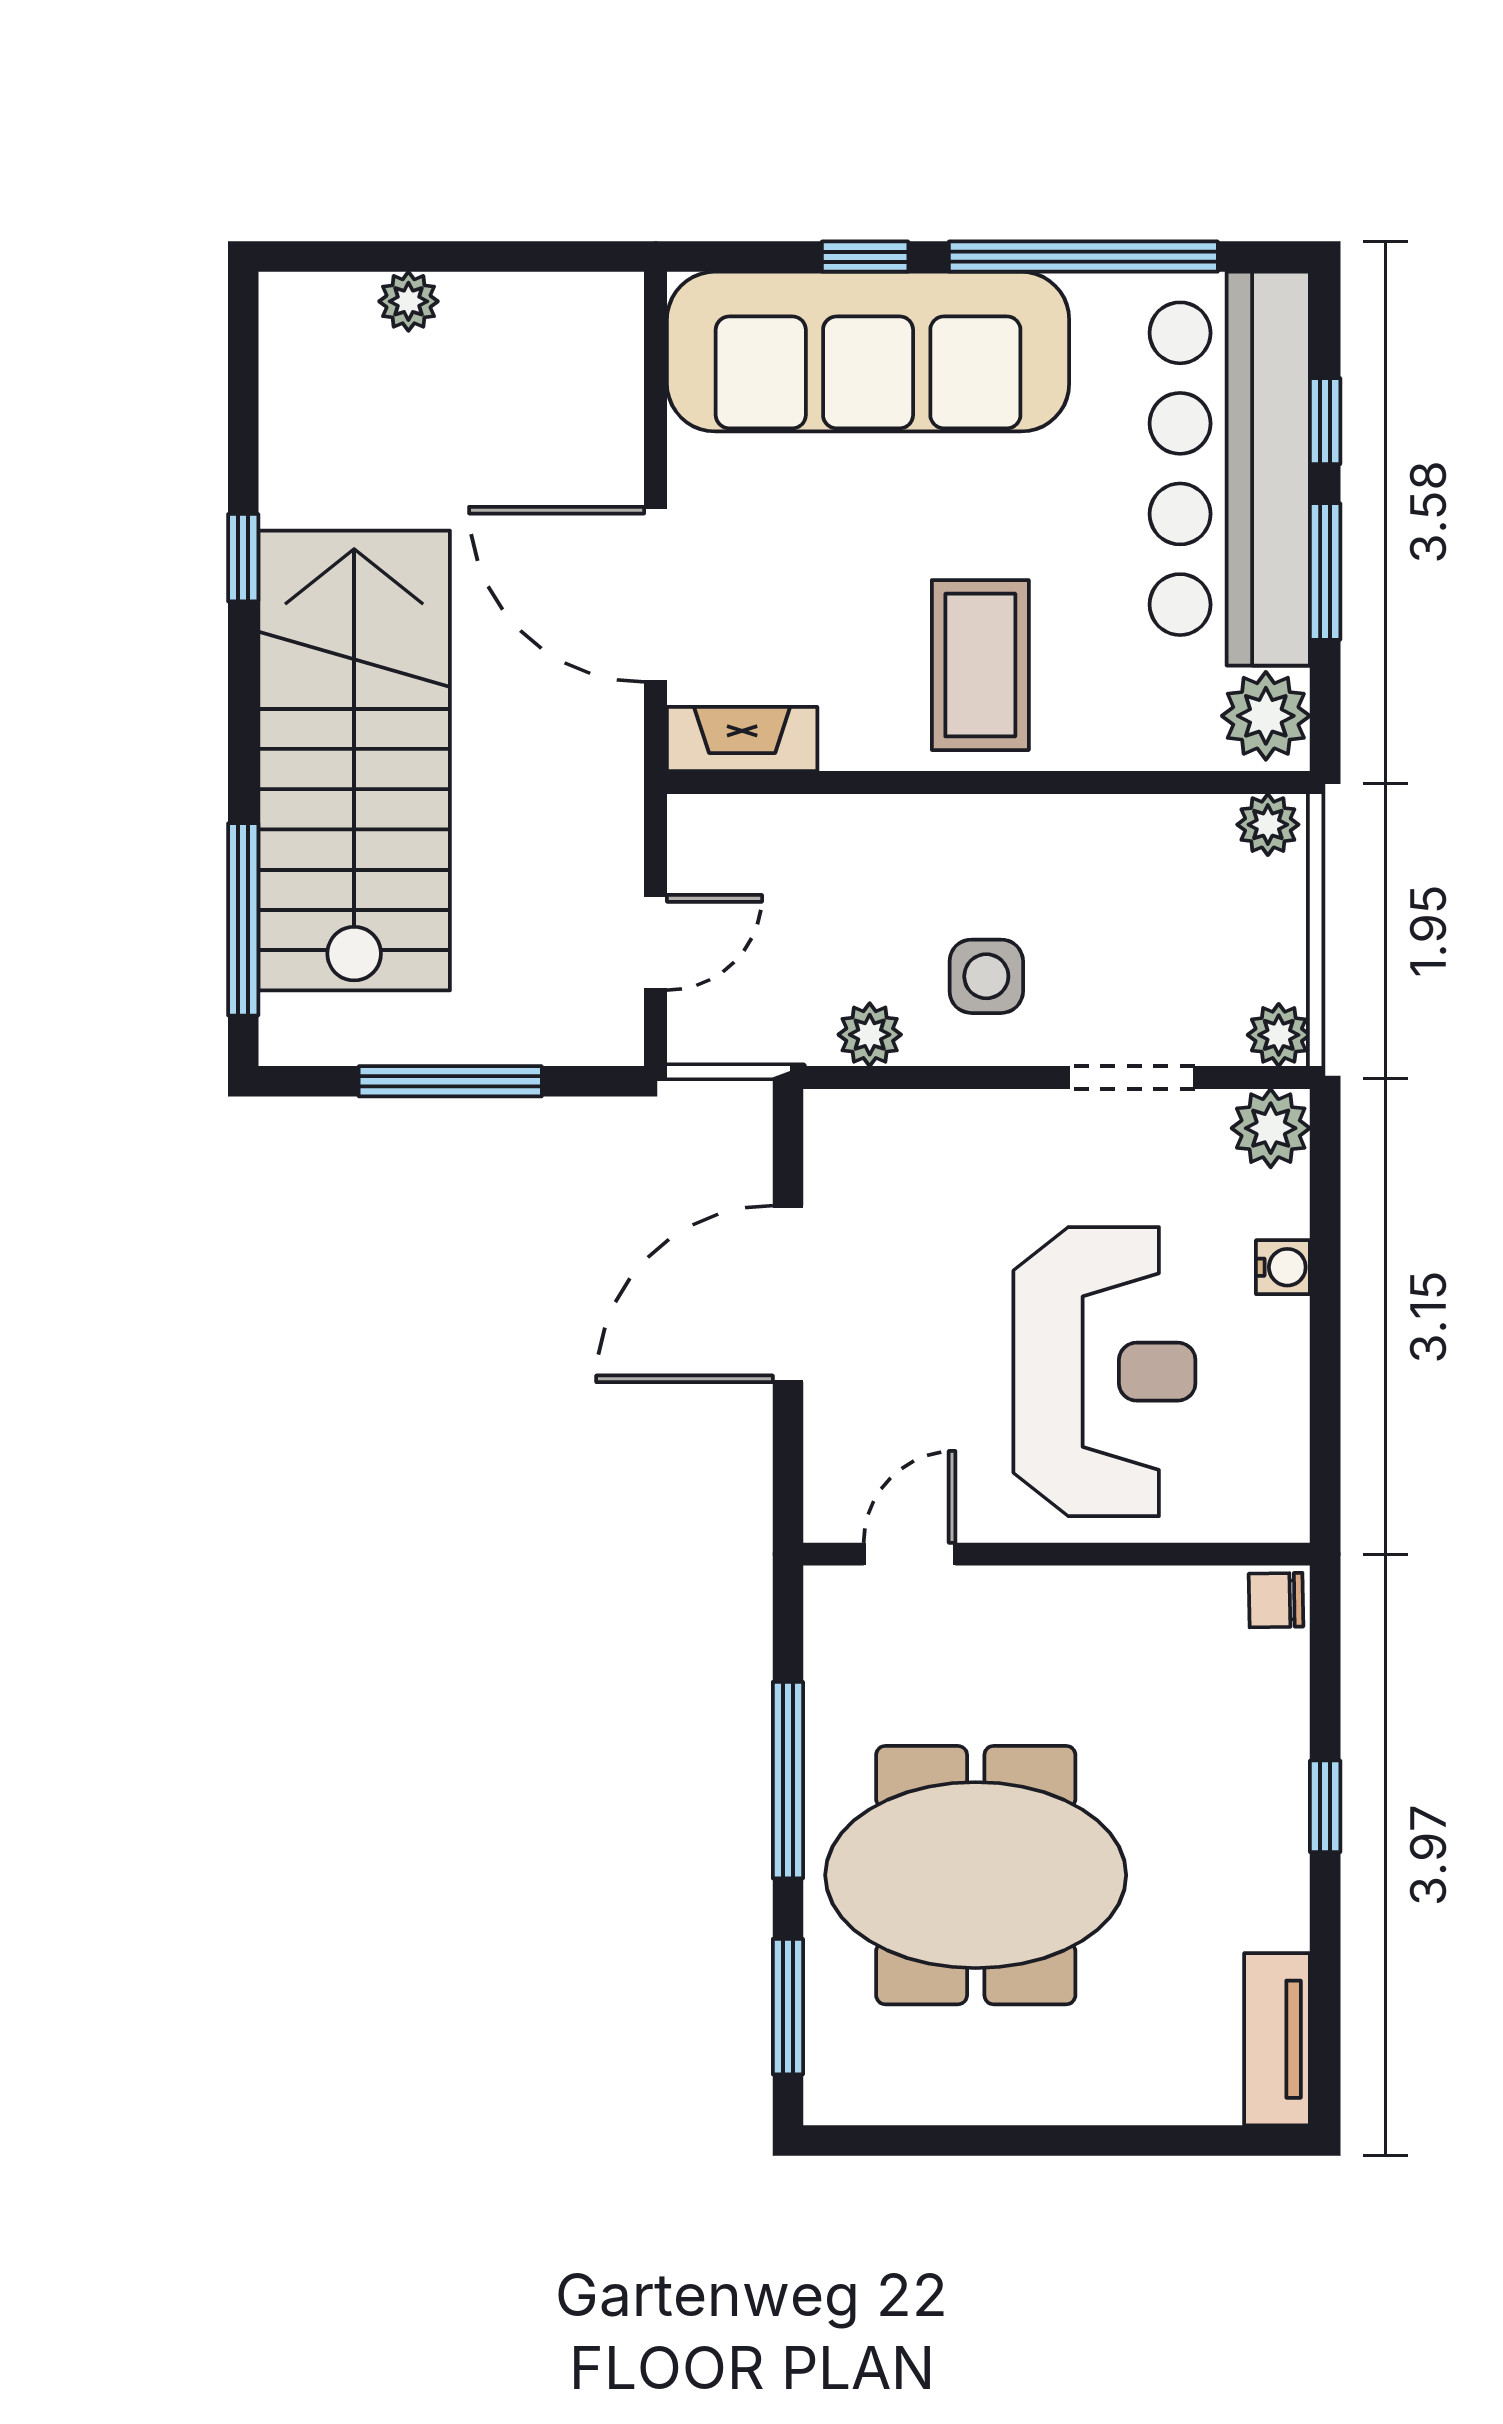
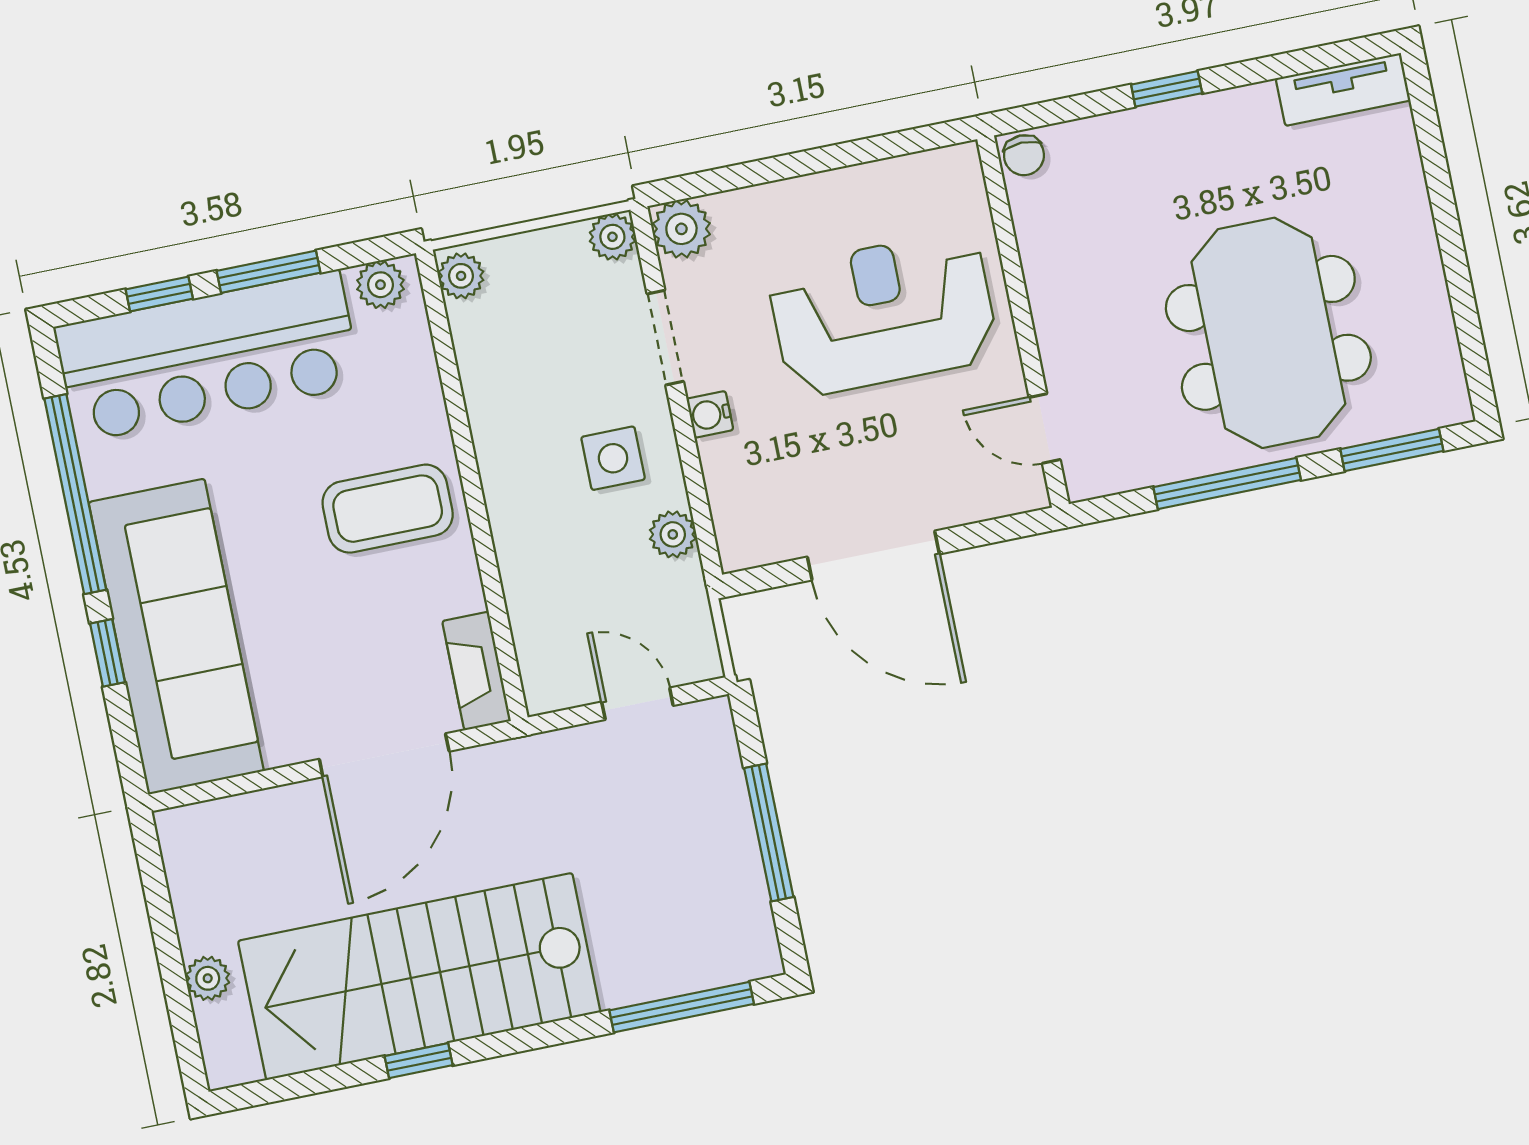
plant: (1266, 716) -> (380, 285), width x0.73, depth x0.73
stairs: (354, 760) -> (419, 976), moved
water cooler: (1283, 1267) -> (710, 414), moved, turned -90

